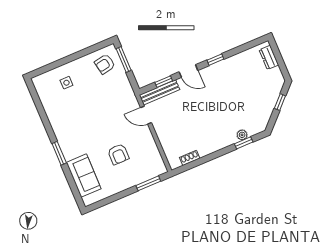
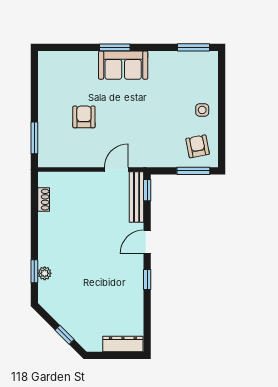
dresser: (269, 57) -> (123, 344), width x1.44
window: (164, 82) -> (147, 190), moved
side table: (66, 83) -> (202, 110), moved
window: (35, 97) -> (194, 47), added
armchair: (118, 154) -> (84, 117), turned 90
sofa: (84, 176) -> (123, 65), moved

